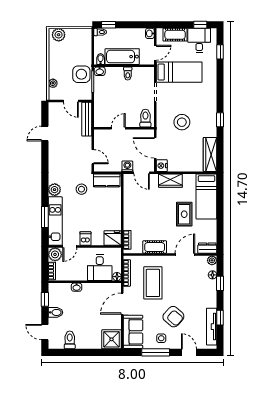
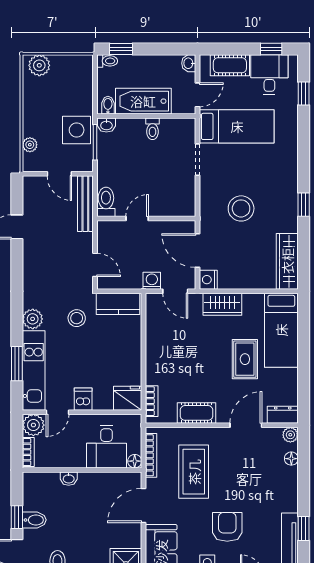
toilet: (145, 118) -> (106, 202), moved
window: (220, 283) -> (304, 472), removed
window: (45, 299) -> (17, 517), moved
armchair: (173, 317) -> (227, 527), turned -131

